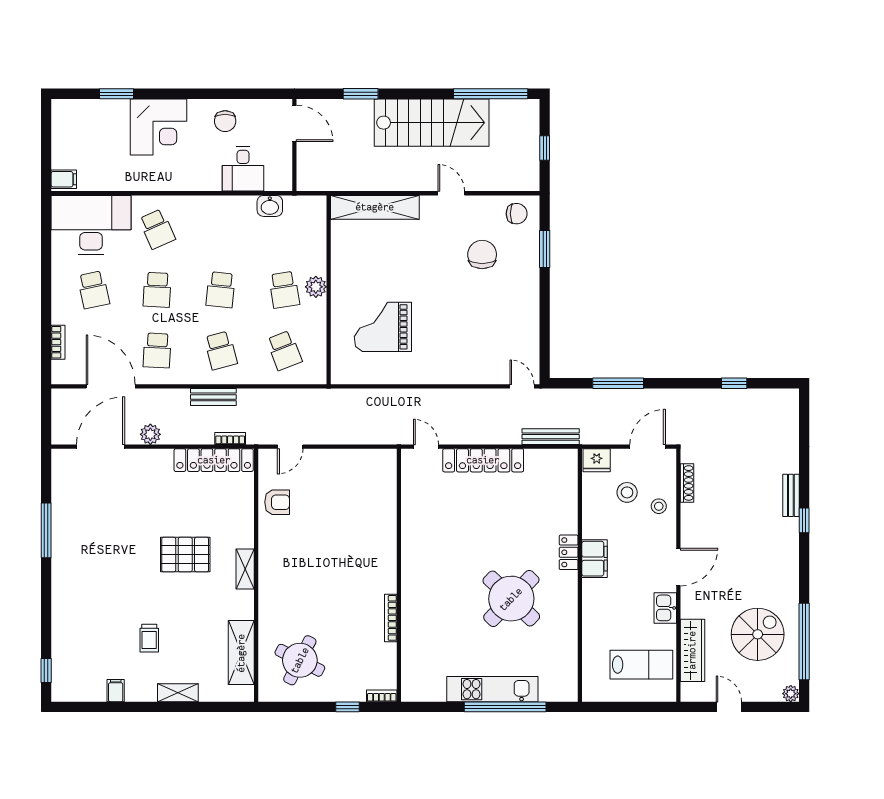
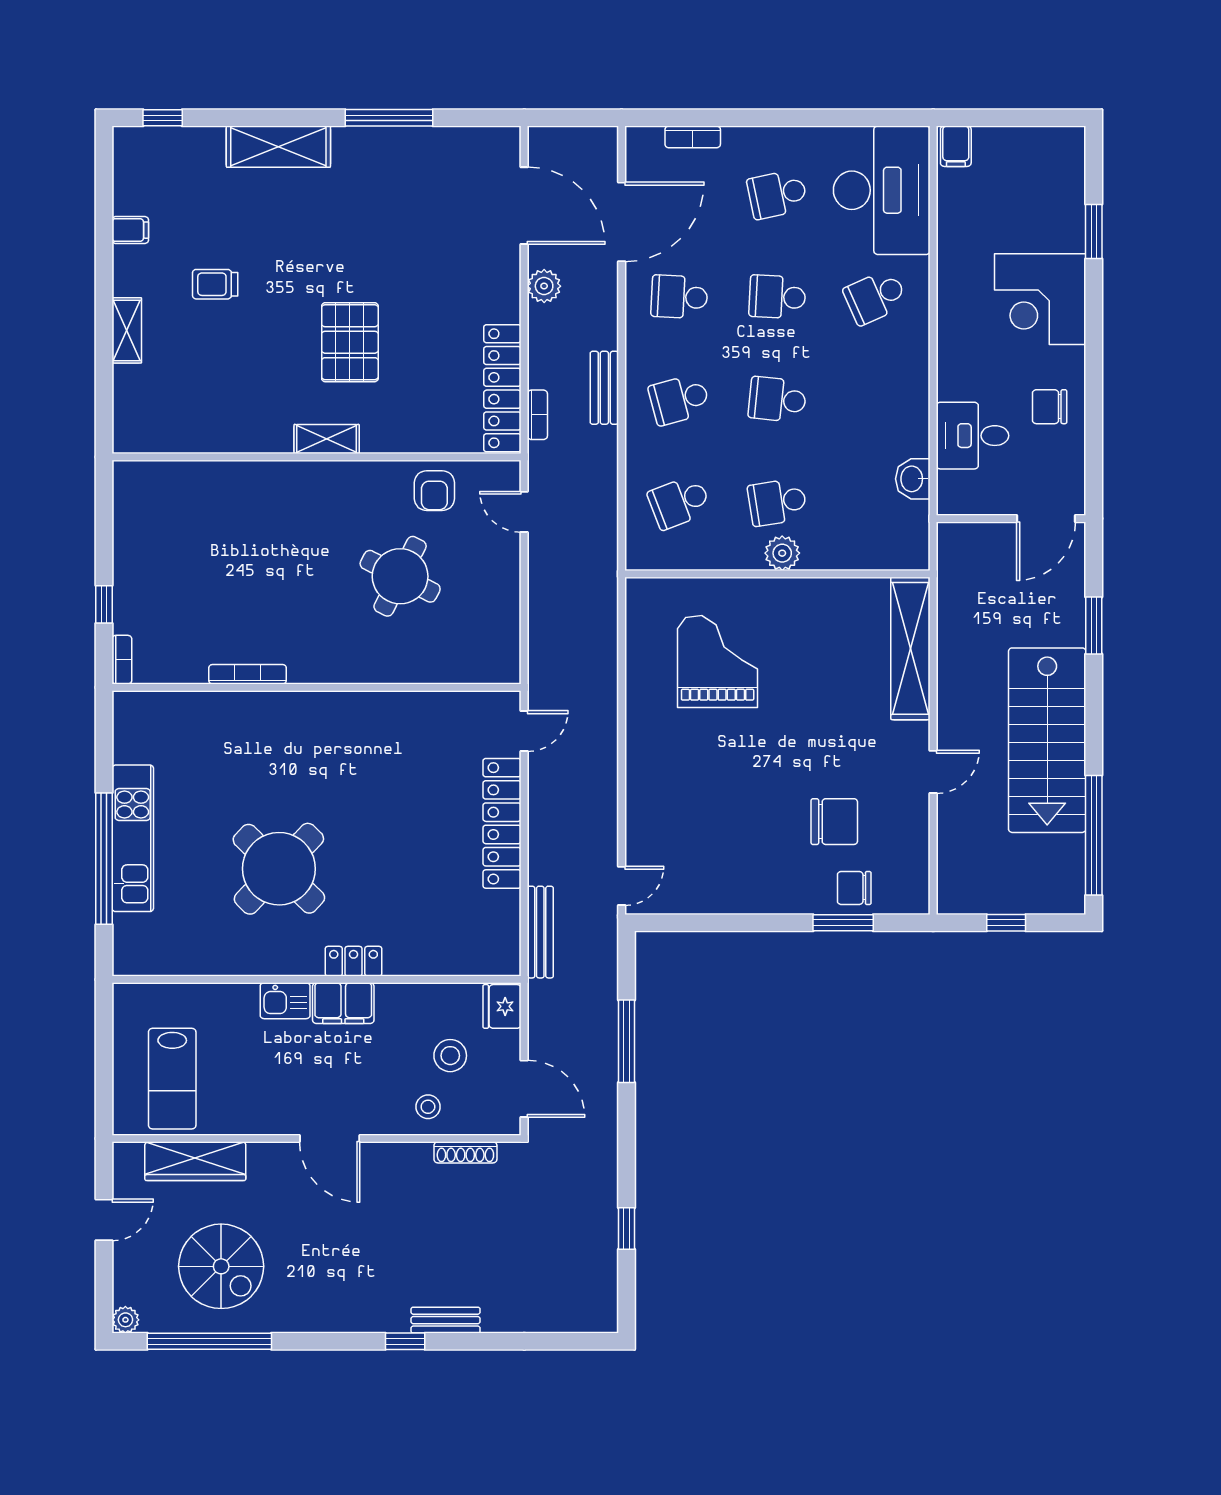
chair: (517, 214) -> (854, 888), moved, turned 90
kitchen sink: (665, 608) -> (285, 1001), moved, turned 180
shelving: (241, 653) -> (278, 147), moved
round table: (300, 660) -> (400, 576), moved

